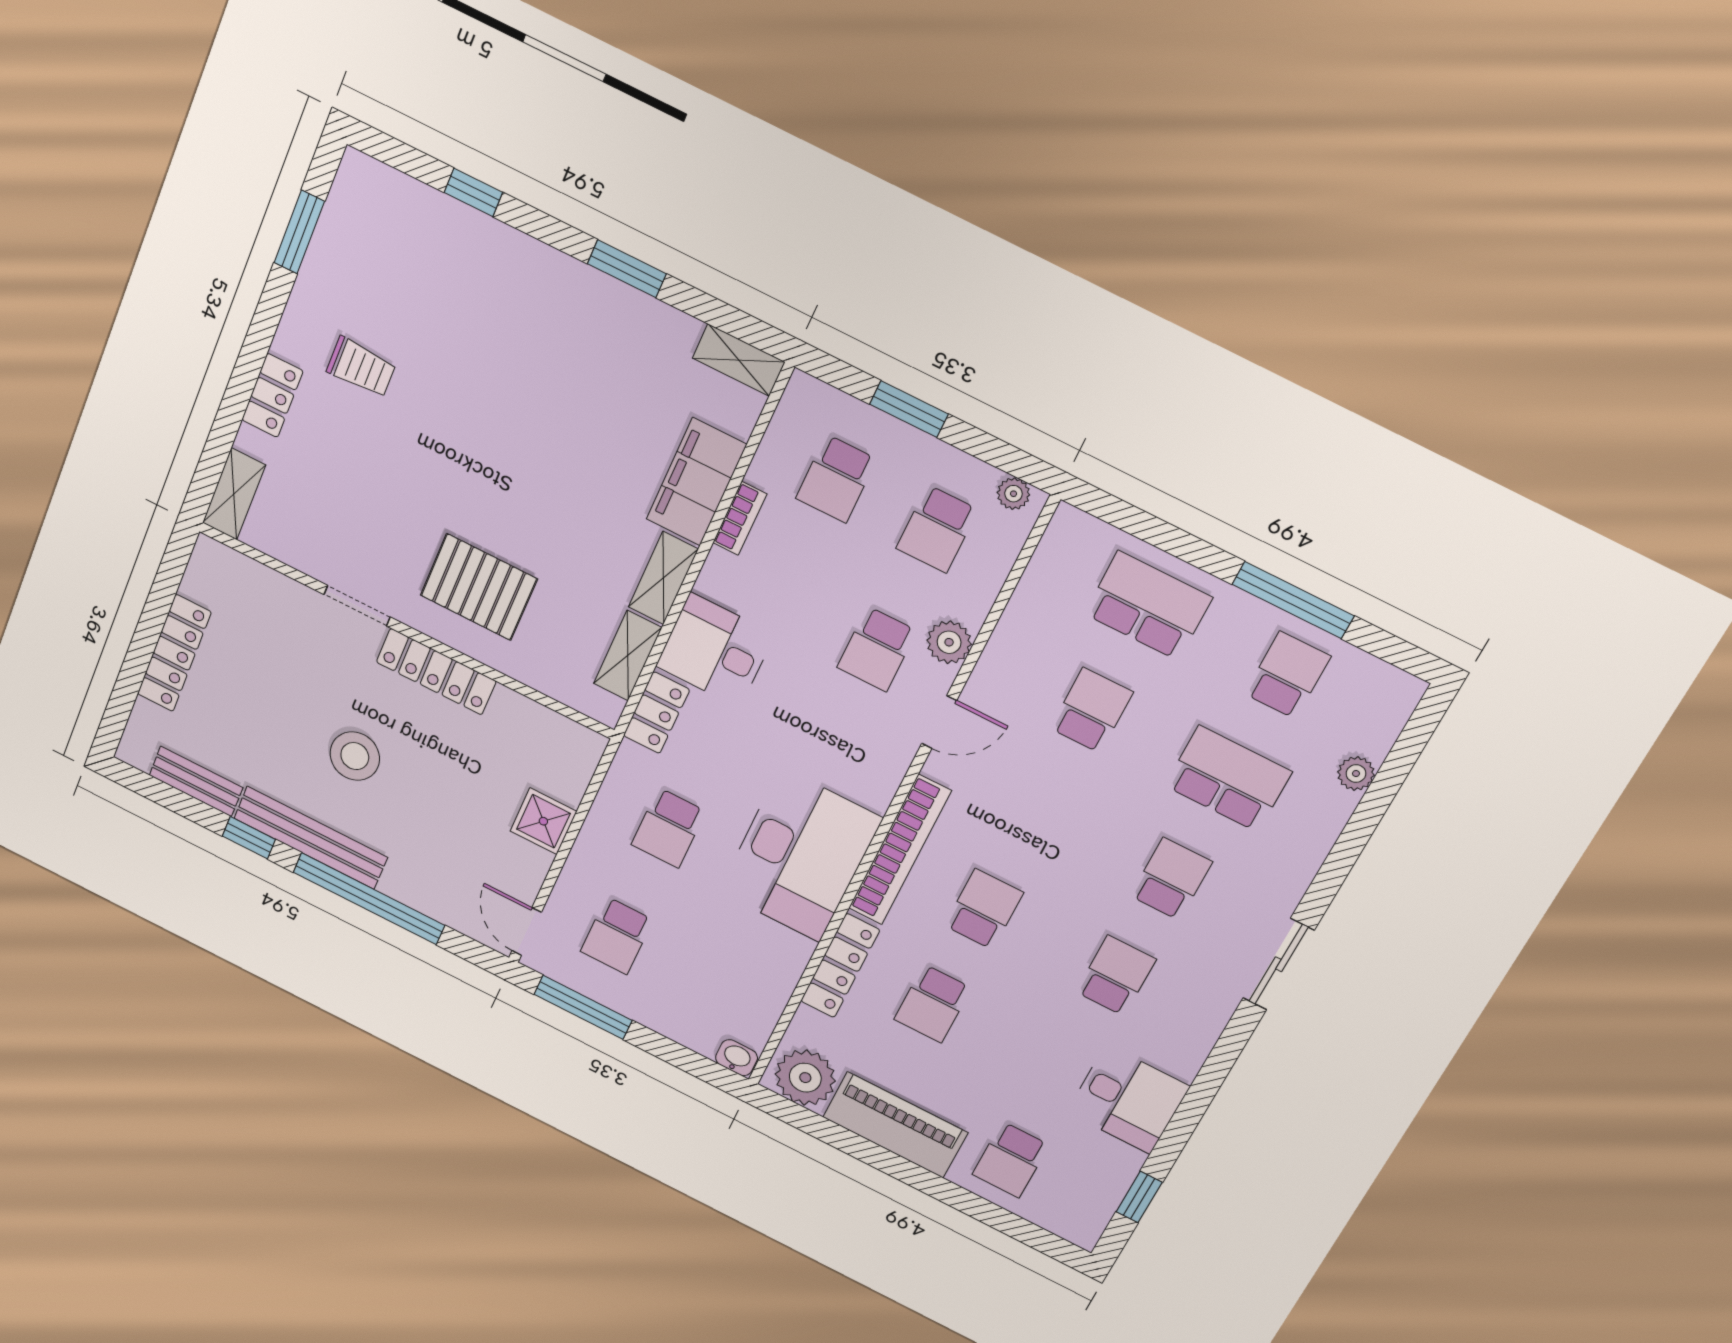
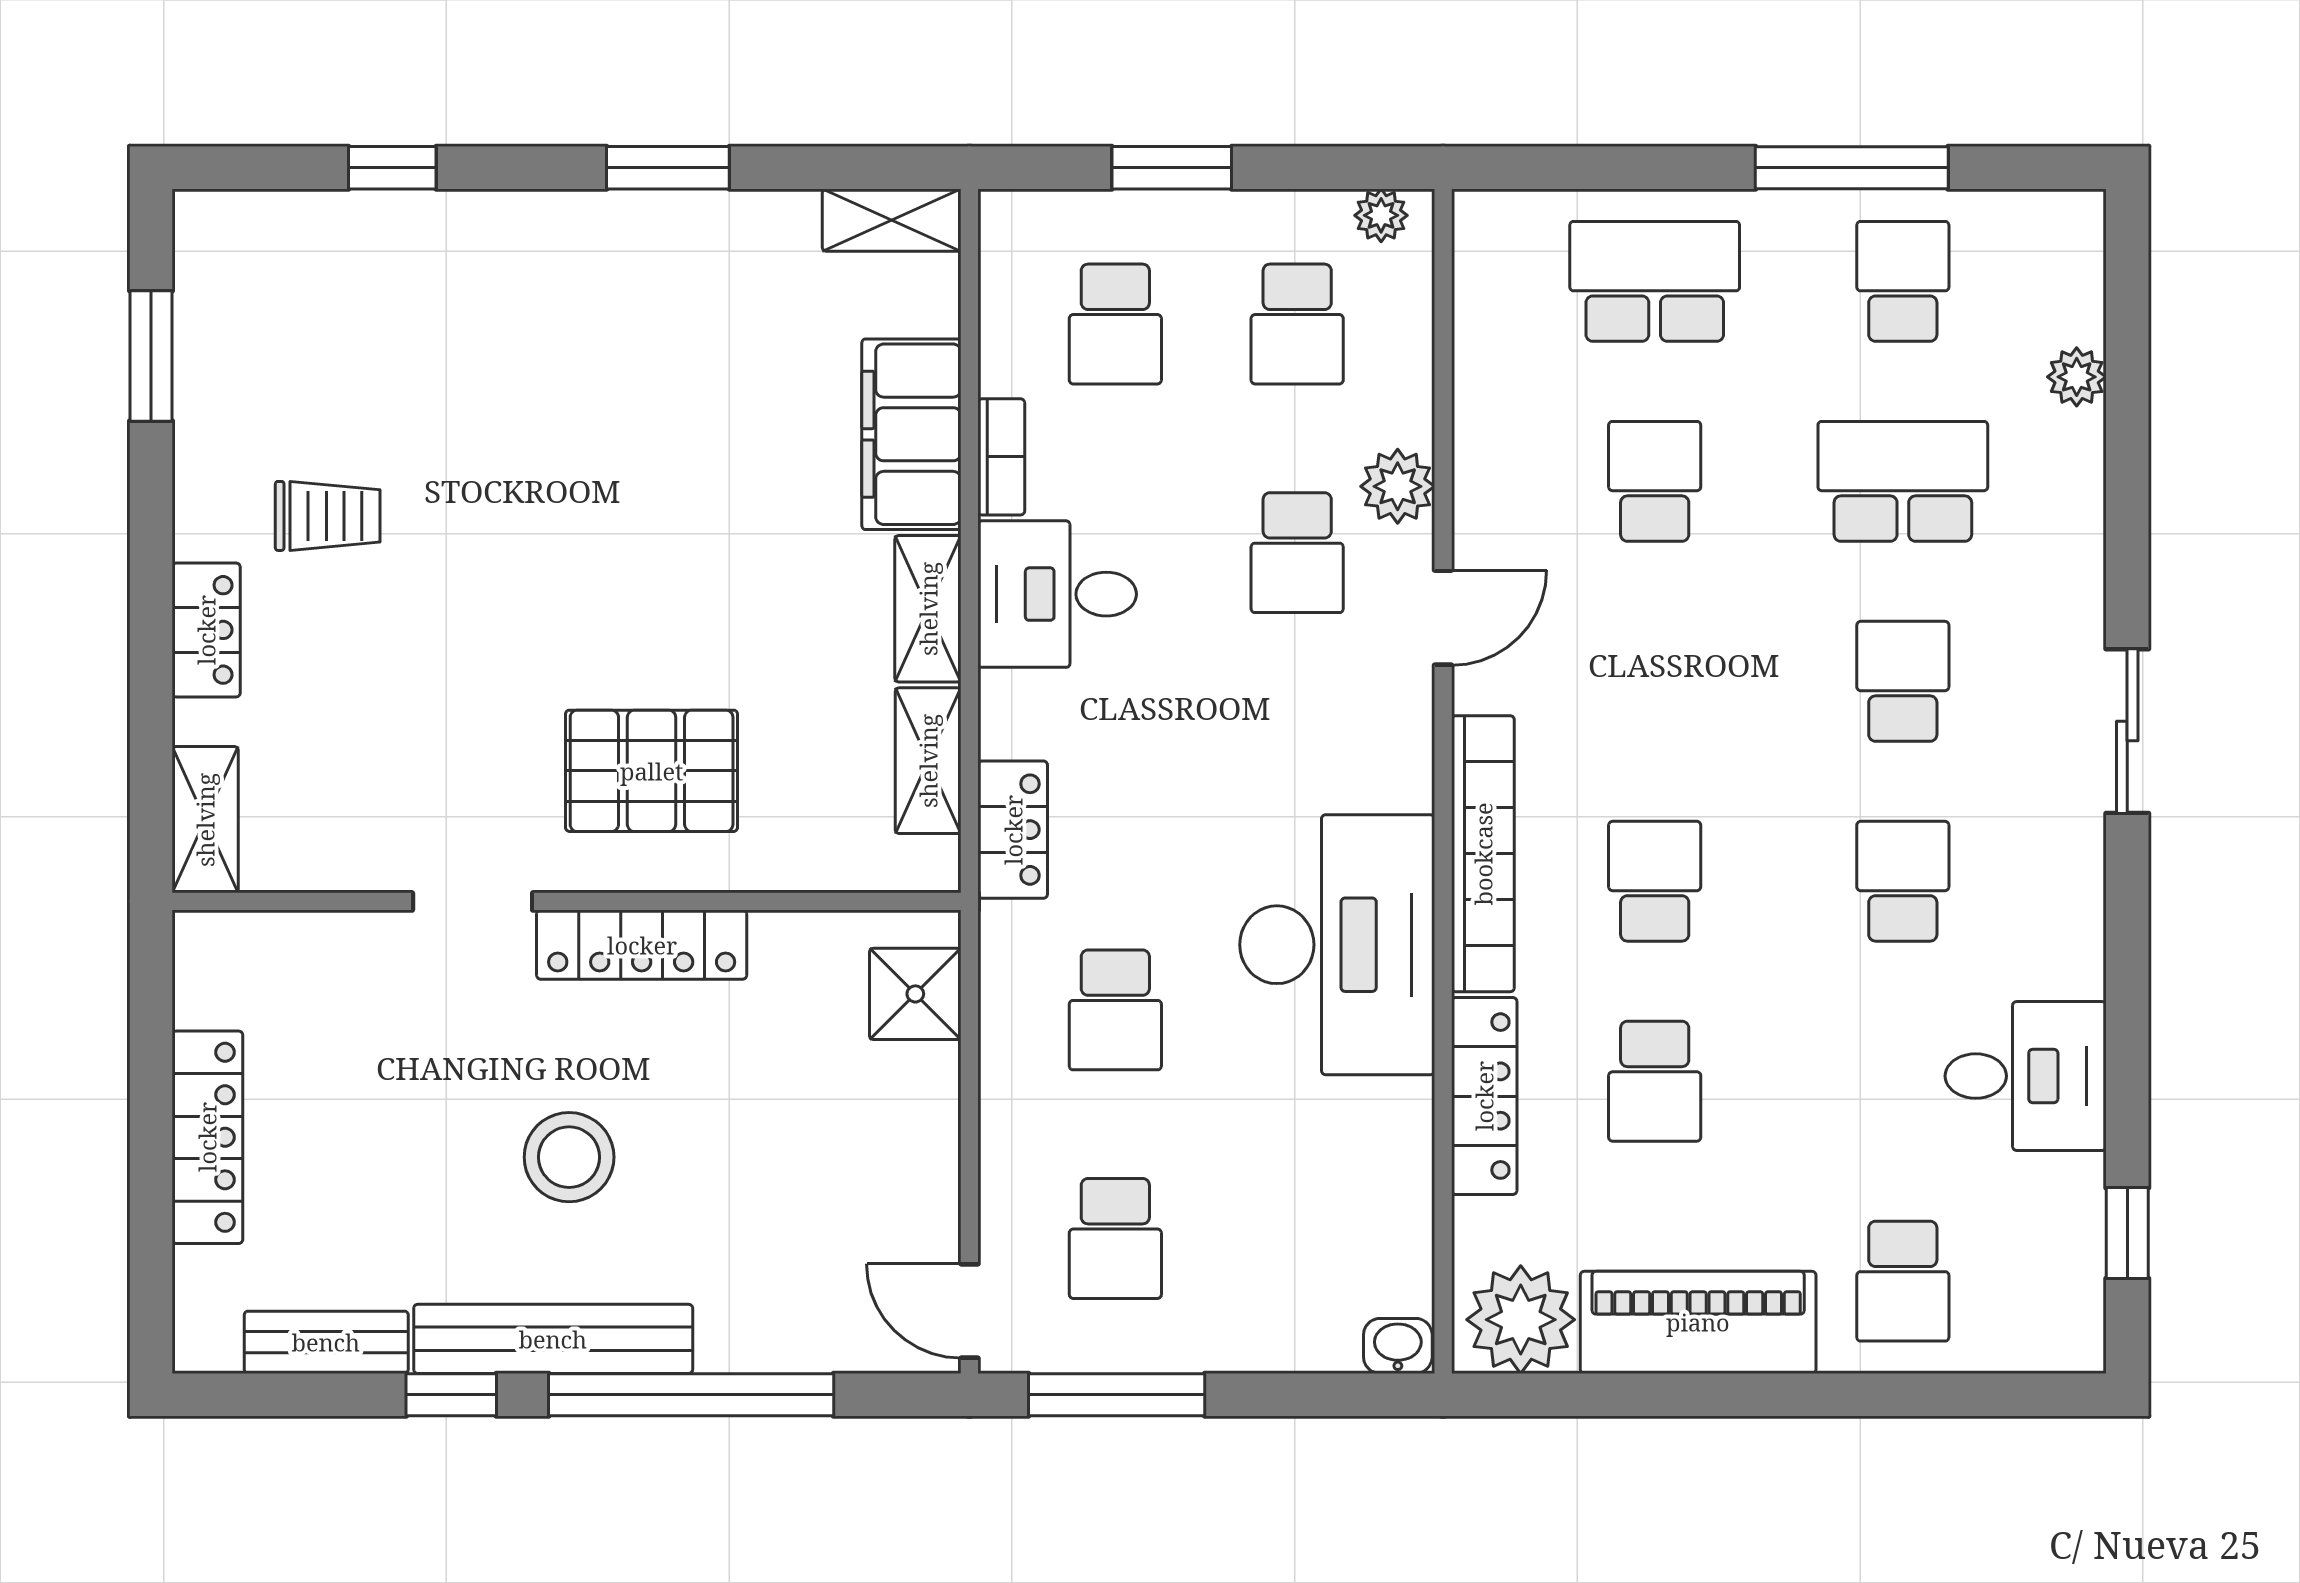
desk: (715, 650) -> (1057, 594), moved
shower: (543, 821) -> (915, 994), moved

